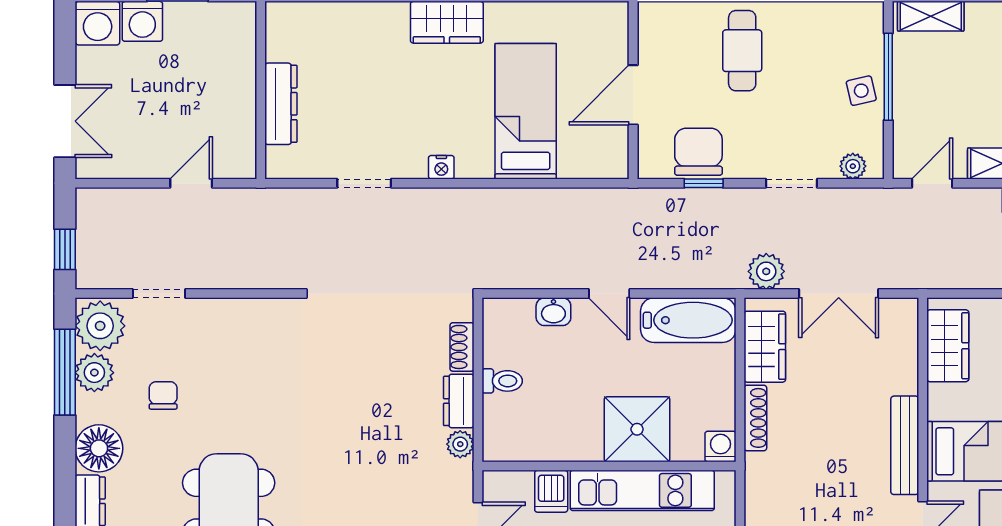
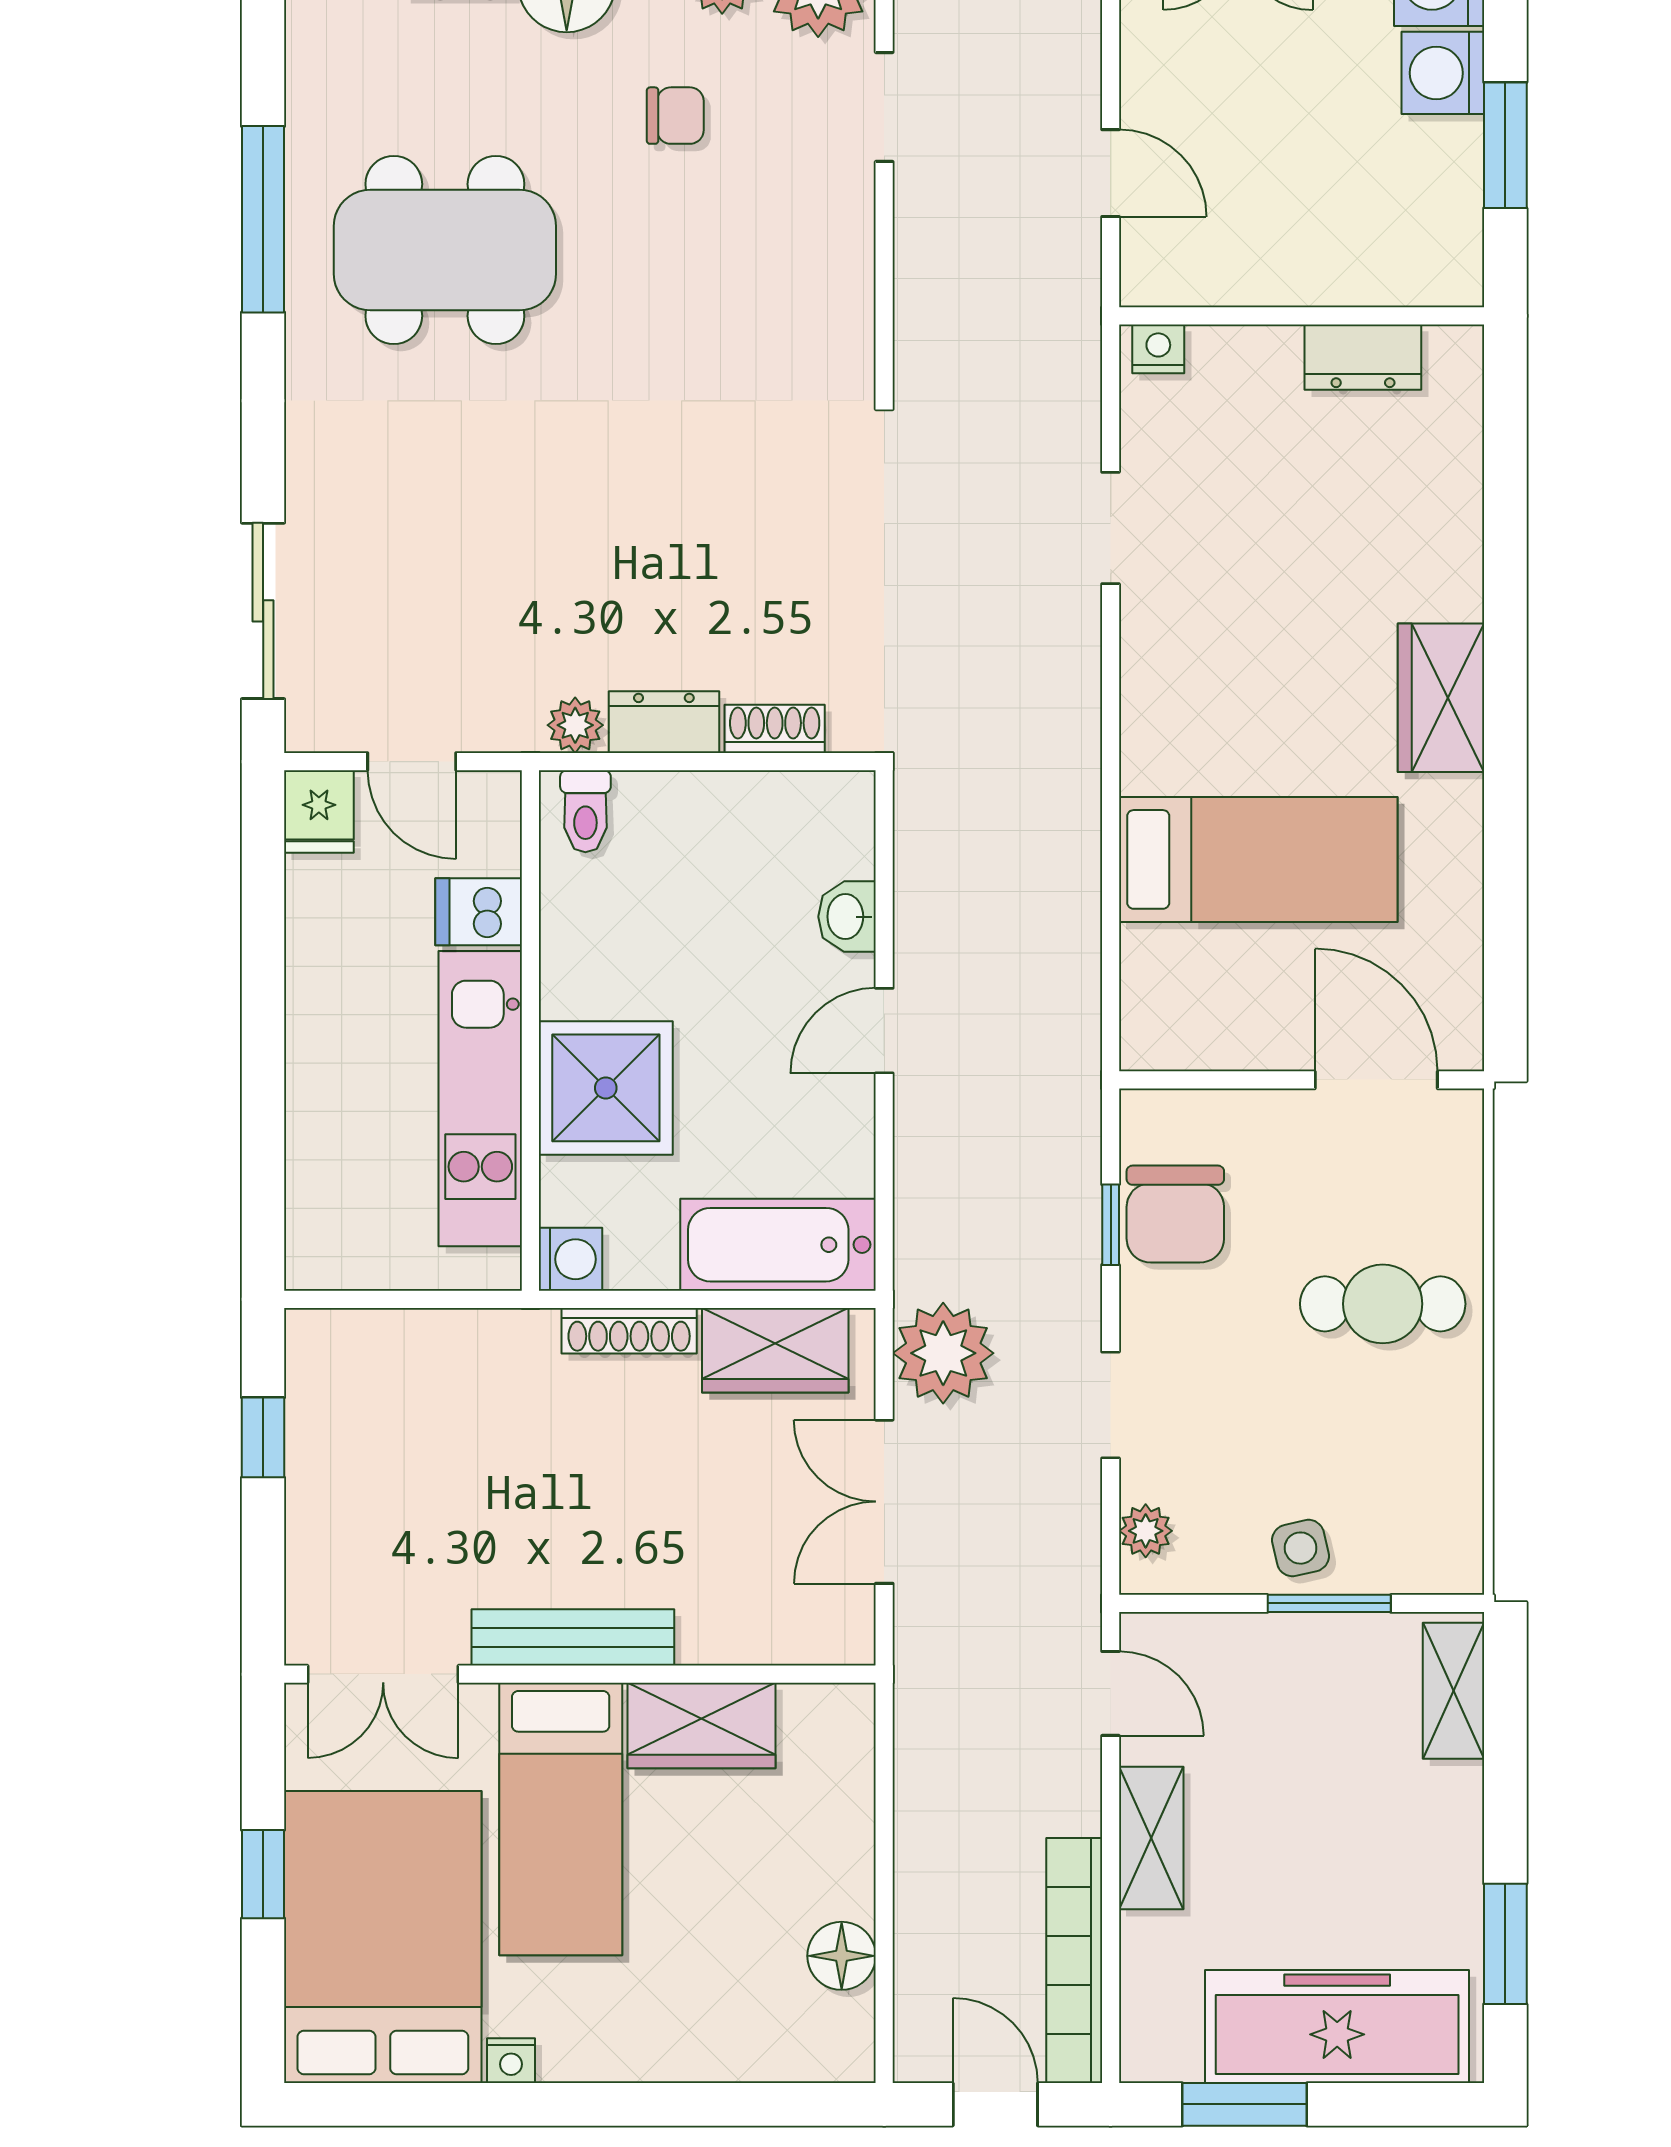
window: (888, 77) -> (1329, 1603), width x0.69
door: (633, 95) -> (1376, 1080), moved
dresser: (281, 104) -> (1363, 357), moved, width x0.70
chair: (698, 152) -> (1175, 1214), turned 90
nightstand: (441, 167) -> (1158, 349), moved, turned 90
plant: (766, 271) -> (943, 1353), width x1.36, depth x1.36
bathtub: (688, 320) -> (778, 1245), moved, turned 90
wardrobe: (948, 346) -> (702, 1726), moved
toilet: (502, 381) -> (585, 811), moved

